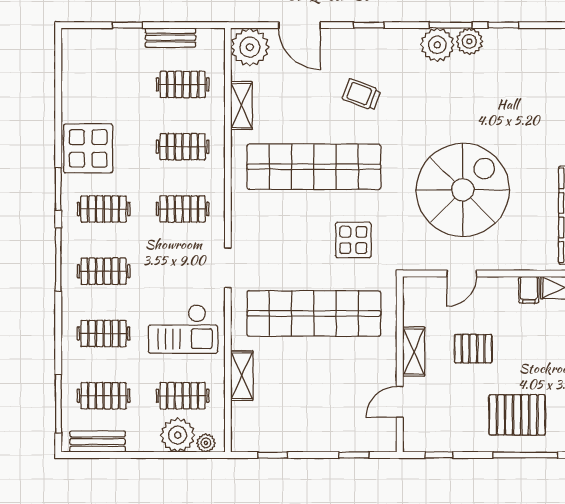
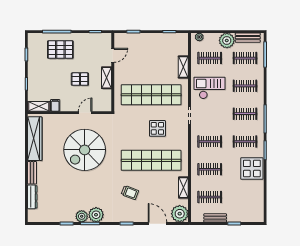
display table: (353, 240) -> (157, 128), moved
plant: (178, 435) -> (227, 41), moved

